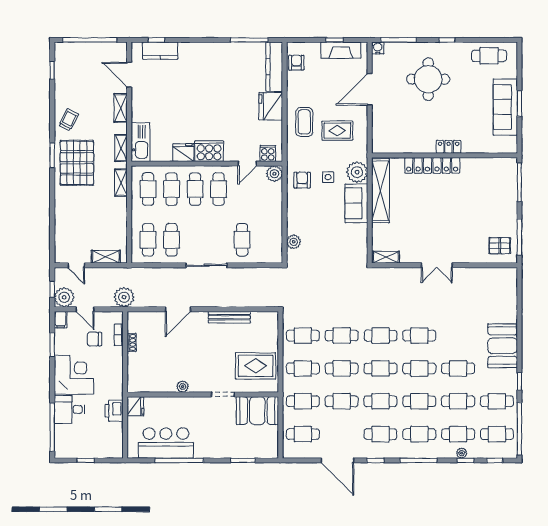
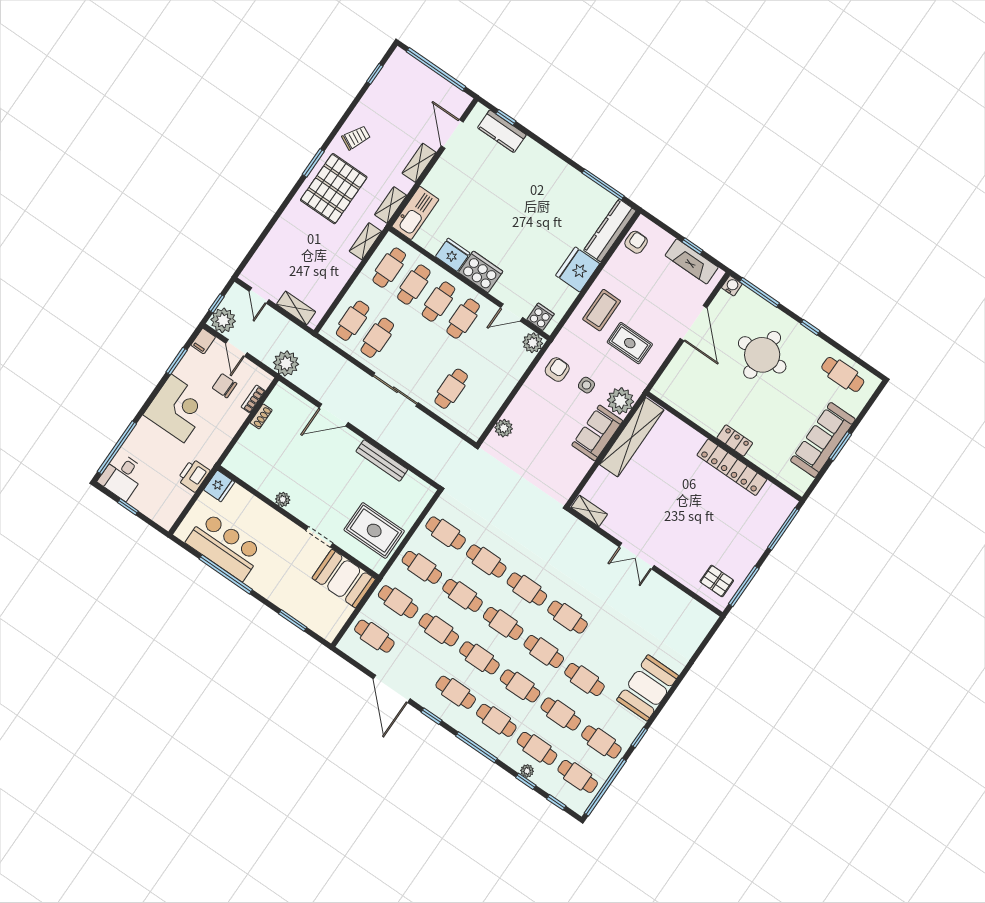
door: (370, 89) -> (694, 323), swing flipped
locker: (432, 165) -> (732, 467), moved
desk: (69, 409) -> (122, 476), moved, turned -90

